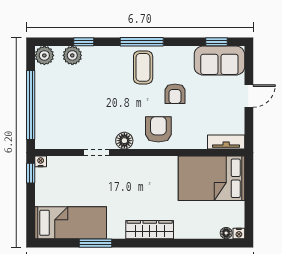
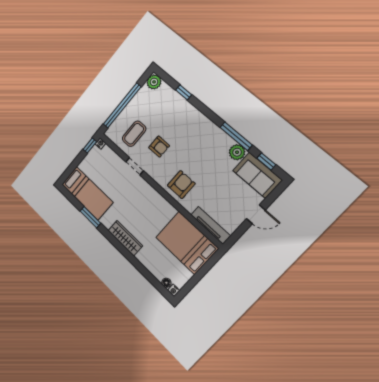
window: (142, 42) -> (236, 136), moved
plant: (72, 55) -> (237, 152), moved
coffee table: (143, 67) -> (134, 134), moved
armchair: (175, 94) -> (159, 147), moved, turned -90
floor lamp: (124, 141) -> (156, 173), removed
tv unit: (226, 142) -> (211, 225), width x1.41

